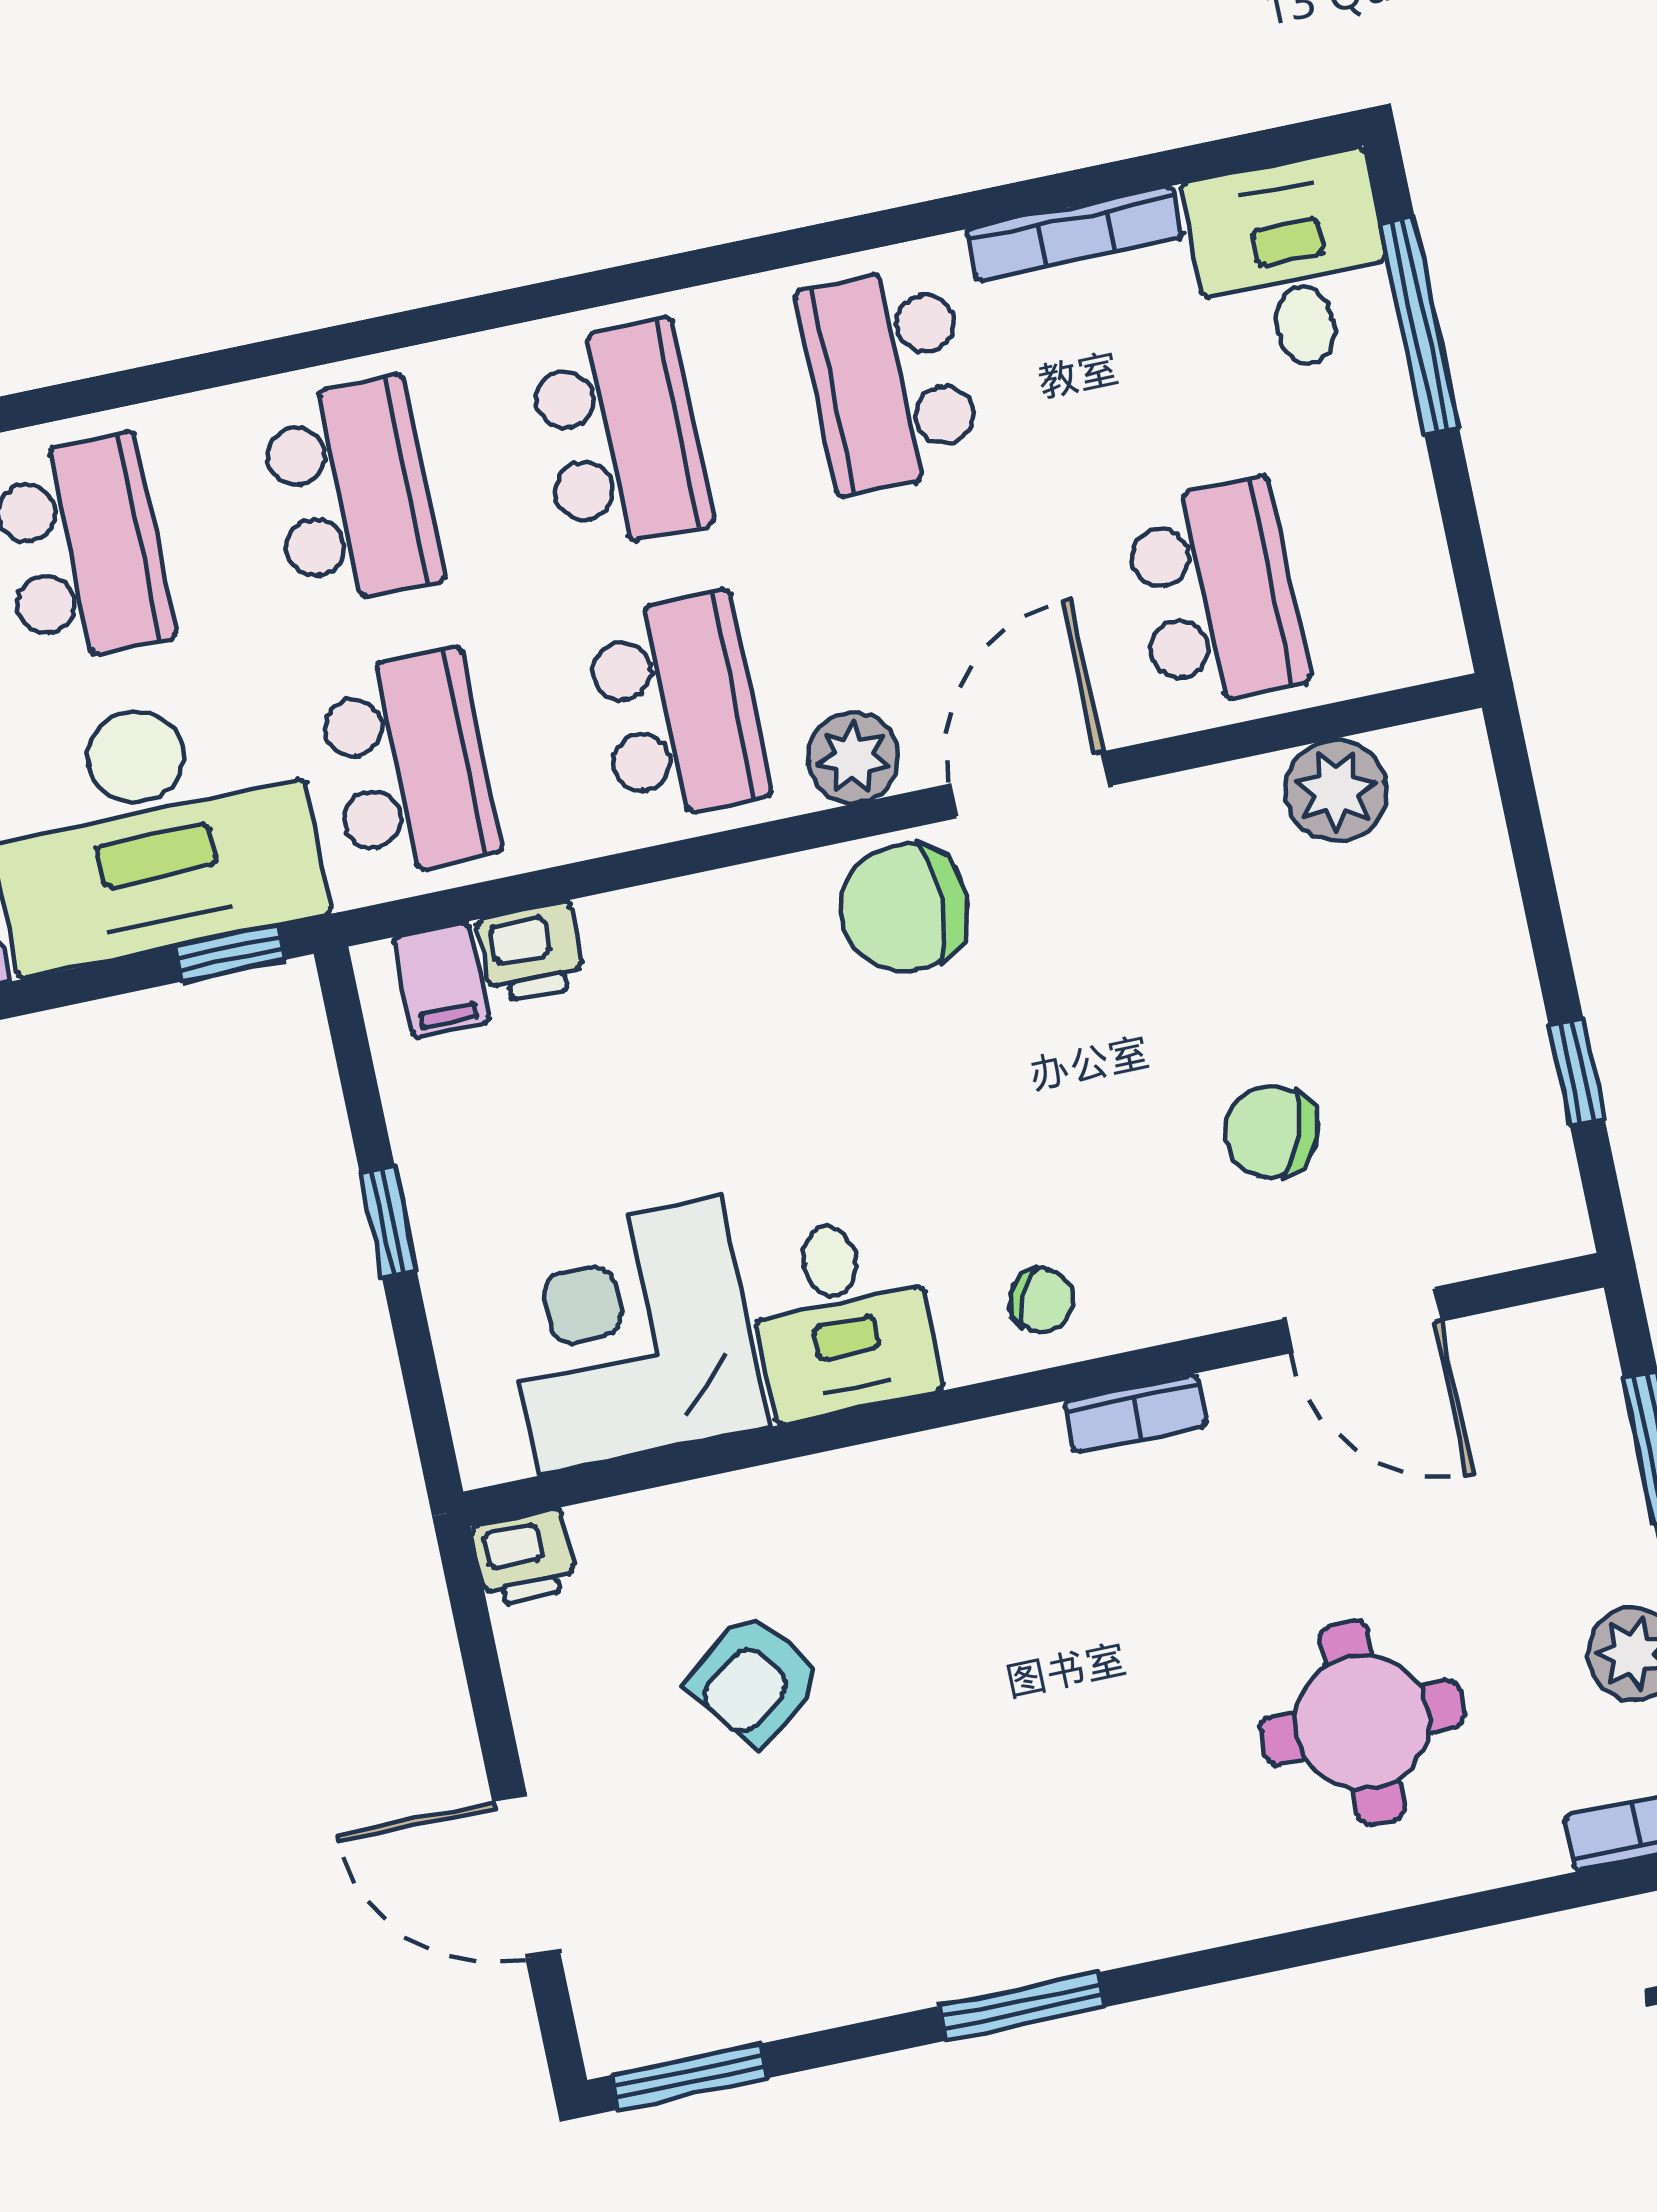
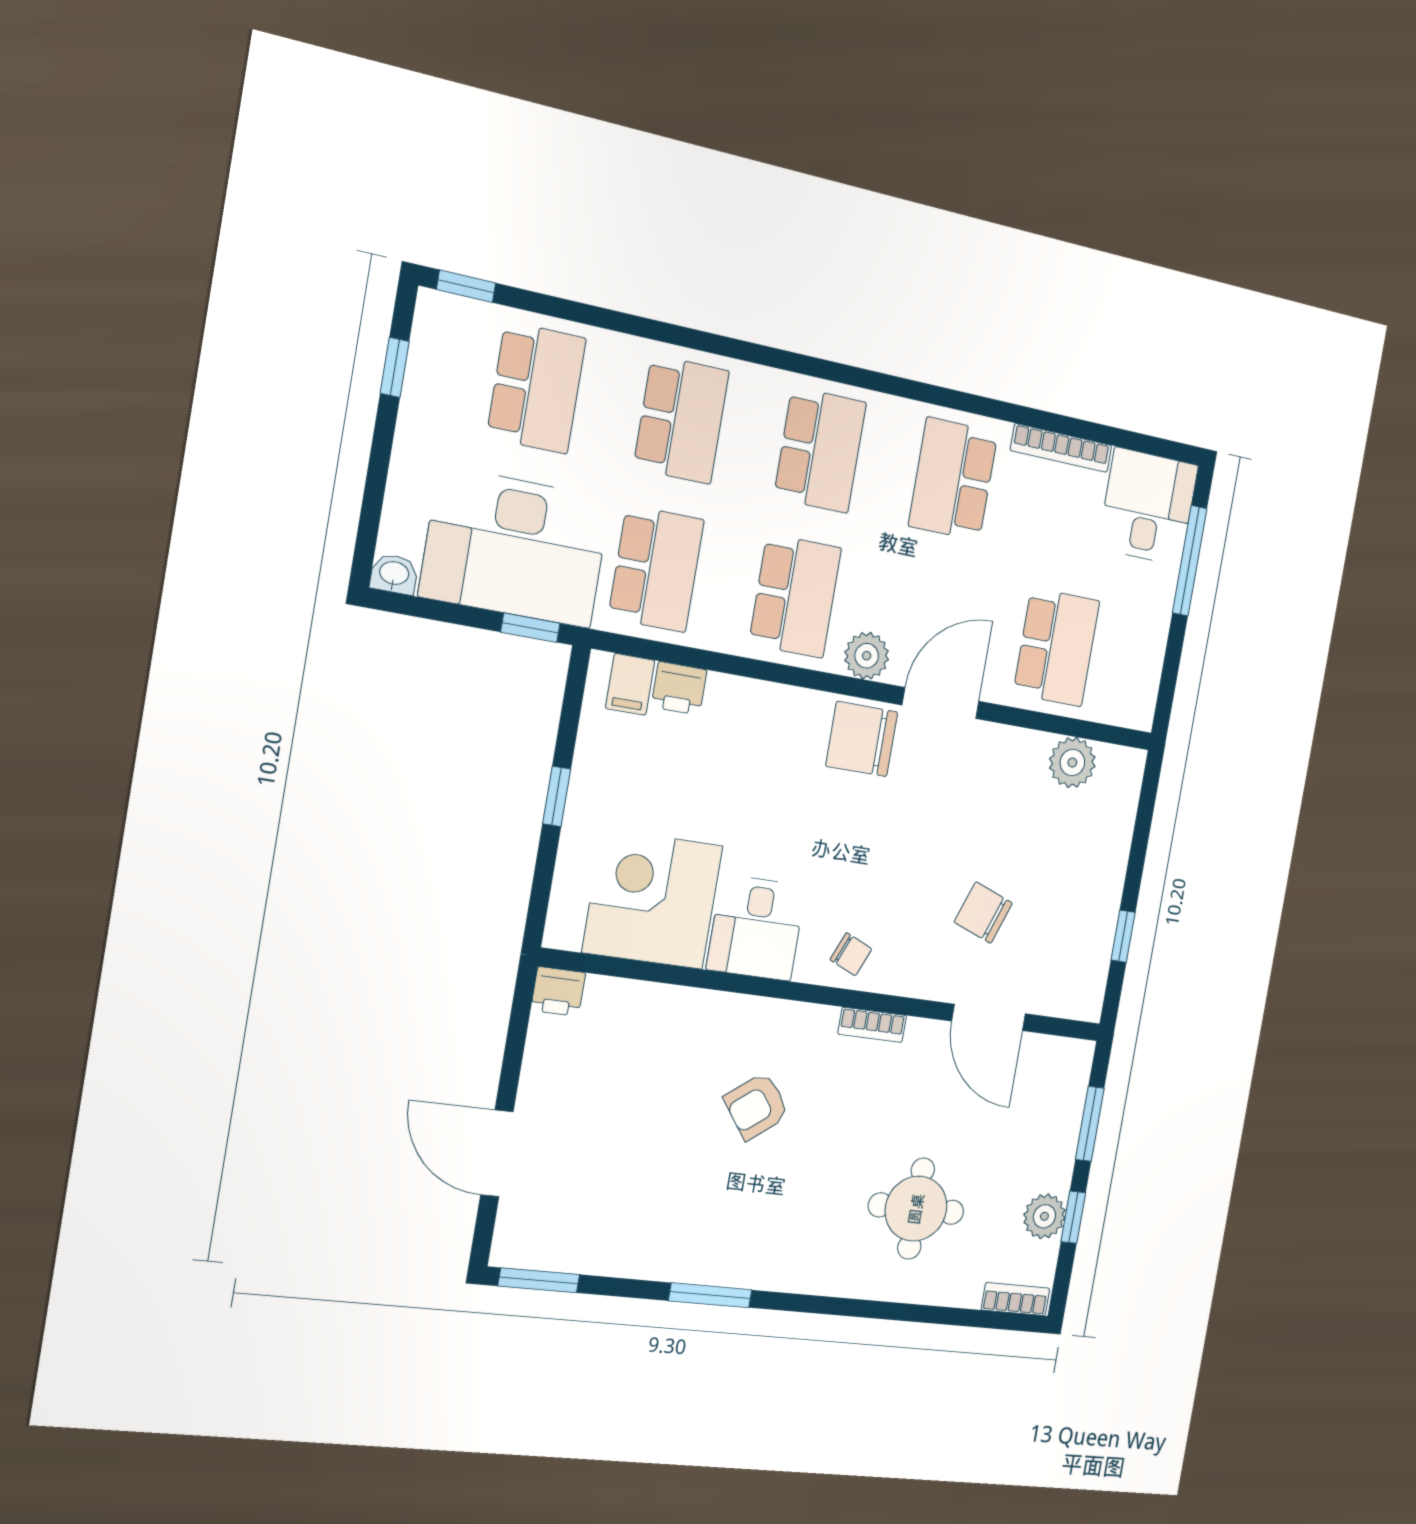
armchair: (755, 1679) -> (757, 1106), moved

